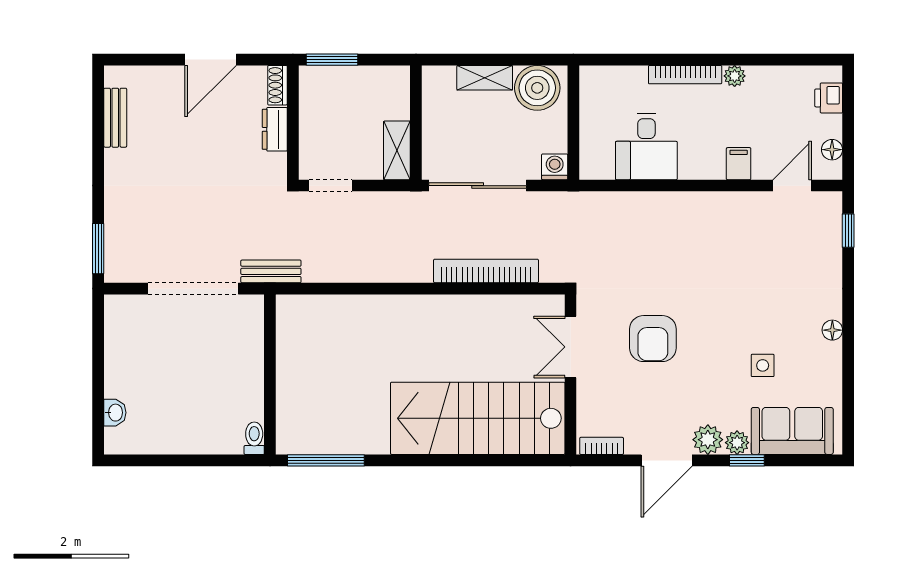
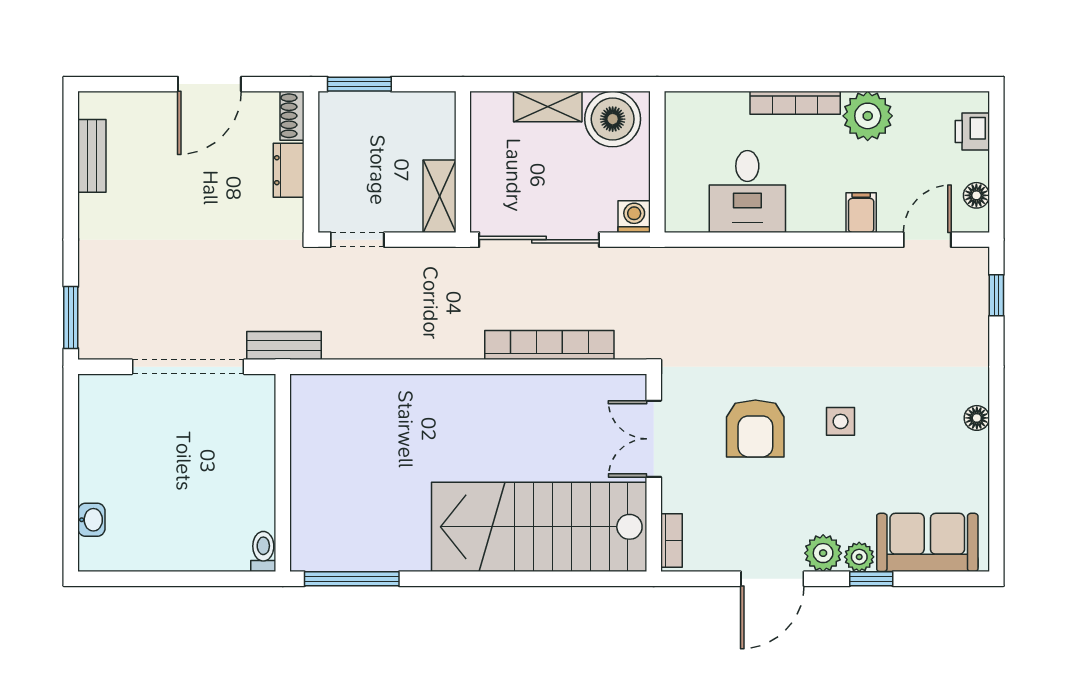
plant: (735, 76) -> (868, 116), width x1.87, depth x1.87
side table: (763, 365) -> (841, 421), moved
bookcase: (602, 446) -> (671, 540), moved, turned 90

